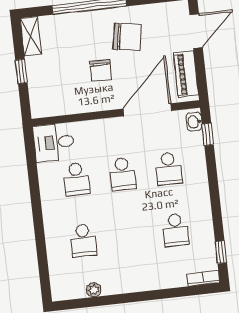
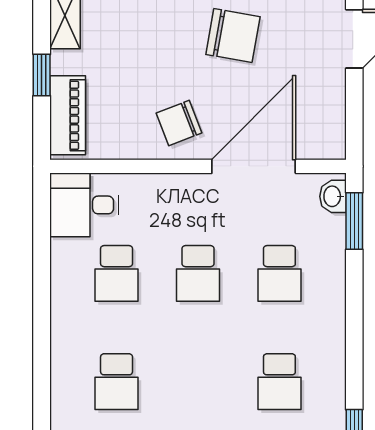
chair: (101, 70) -> (179, 123), moved, turned 69
piano: (186, 74) -> (68, 115), moved, turned 180
window: (208, 134) -> (354, 221), width x1.50

